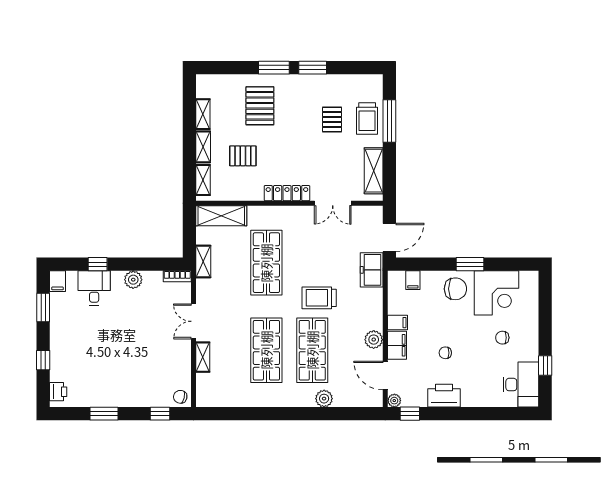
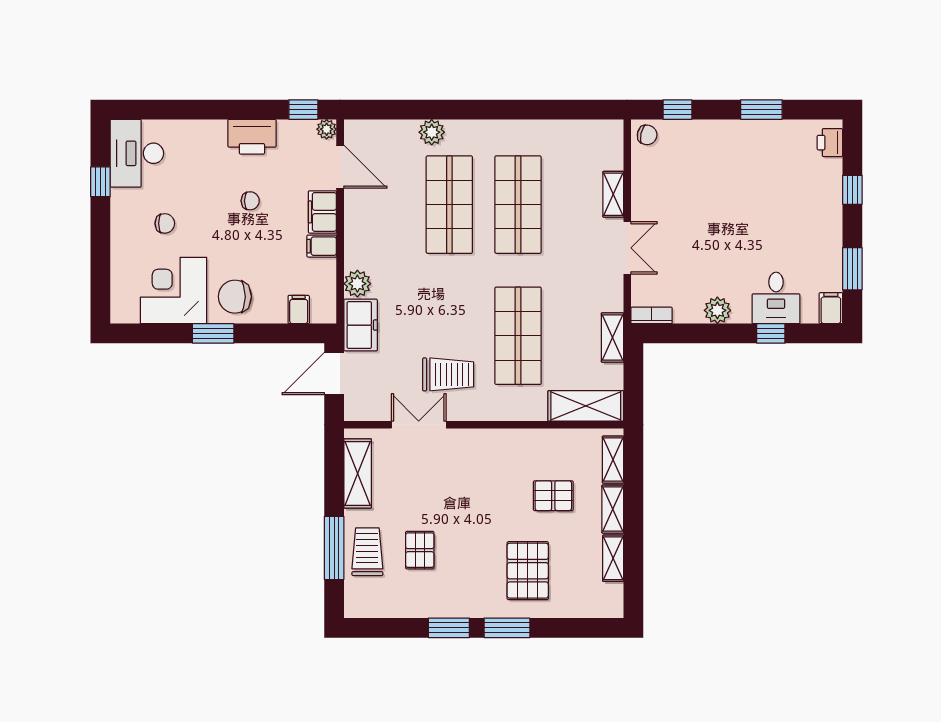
locker: (287, 193) -> (487, 440), removed
trolley: (319, 298) -> (448, 374), moved
plant: (374, 340) -> (357, 284), moved

